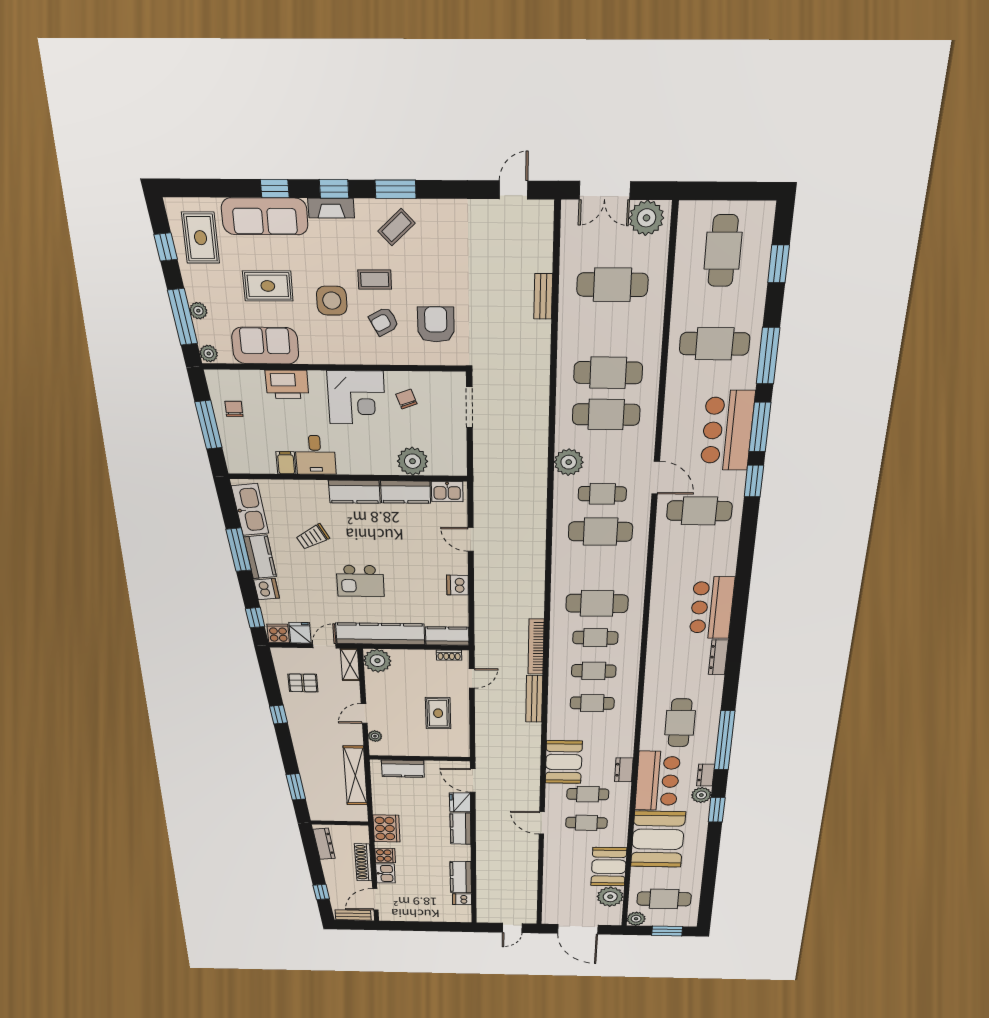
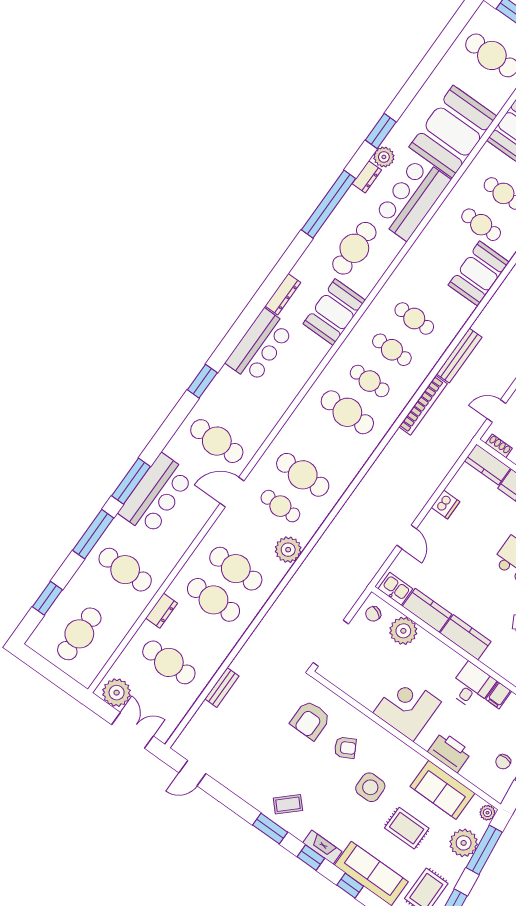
coffee table: (375, 279) -> (329, 781), removed
plant: (198, 311) -> (464, 843), width x1.88, depth x1.88
chair: (406, 399) -> (373, 614), moved, turned 46
doorway: (469, 407) -> (331, 643), width x1.36
door: (656, 478) -> (232, 492), hinge flipped
window: (754, 481) -> (202, 381), moved
booth: (664, 670) -> (334, 312), added
dresser: (624, 770) -> (162, 611), moved

